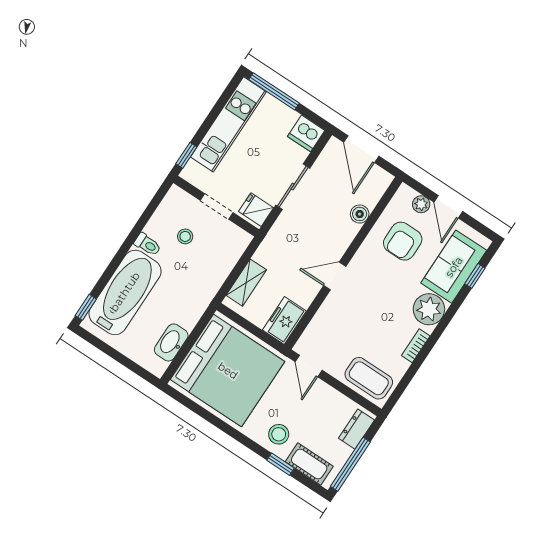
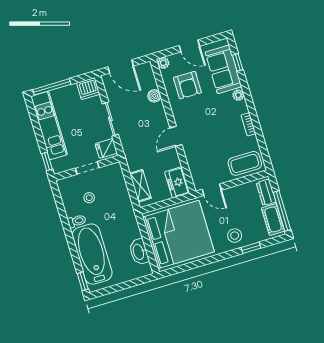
plant: (421, 204) -> (163, 63), moved
plant: (429, 309) -> (238, 95), width x0.53, depth x0.53
cot: (309, 464) -> (273, 219), moved, turned 90

